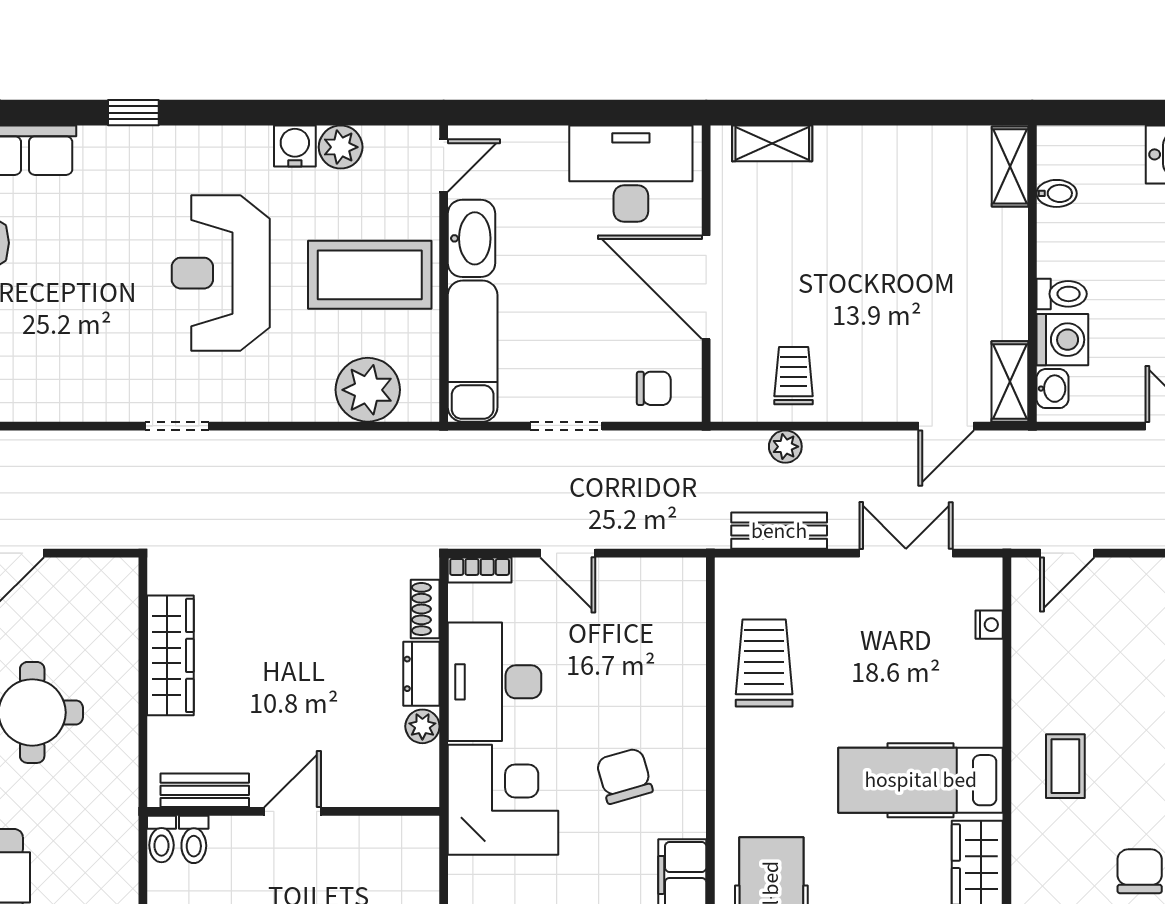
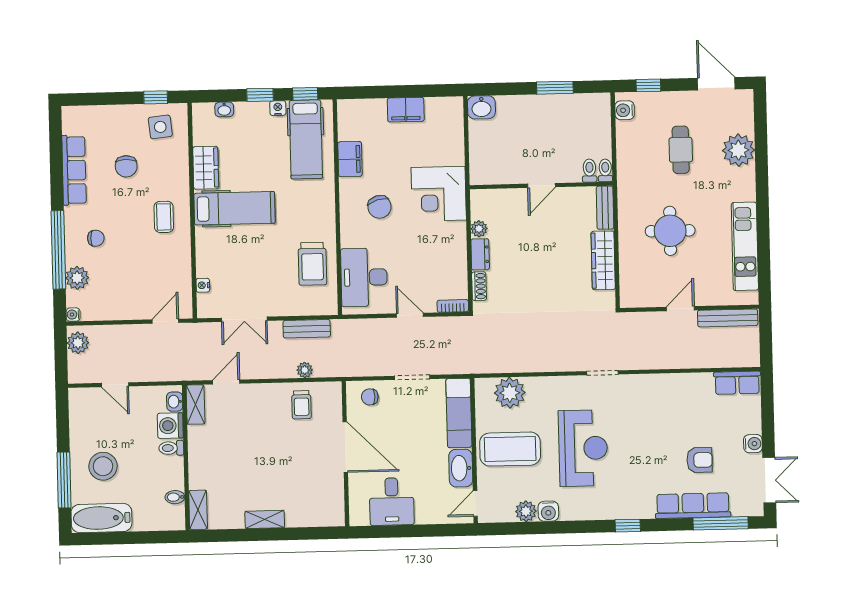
shelving: (772, 143) -> (265, 519), moved
desk: (631, 174) -> (392, 502), width x0.73
desk: (494, 682) -> (364, 277), moved, turned 180
bench: (205, 790) -> (605, 208), moved, turned 90

